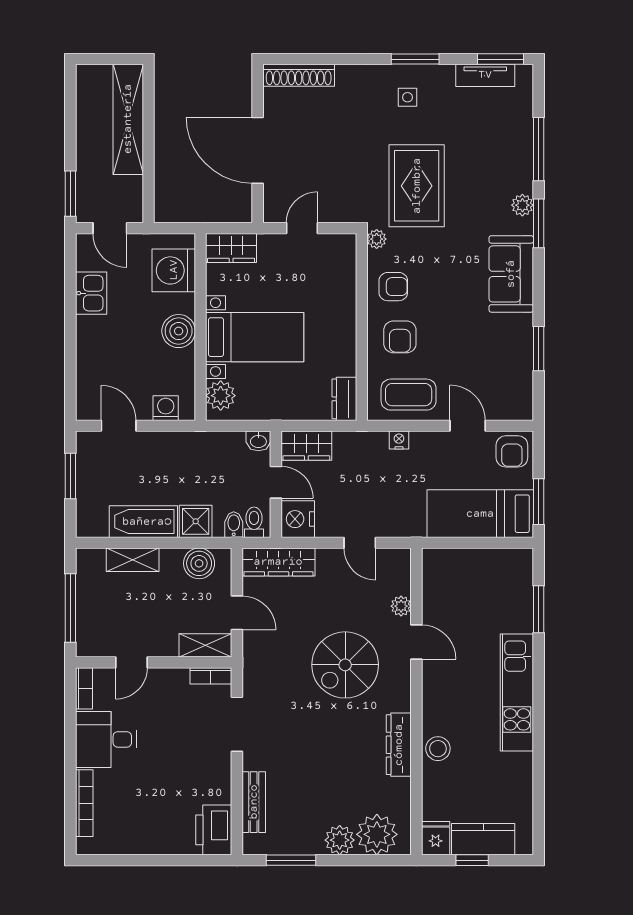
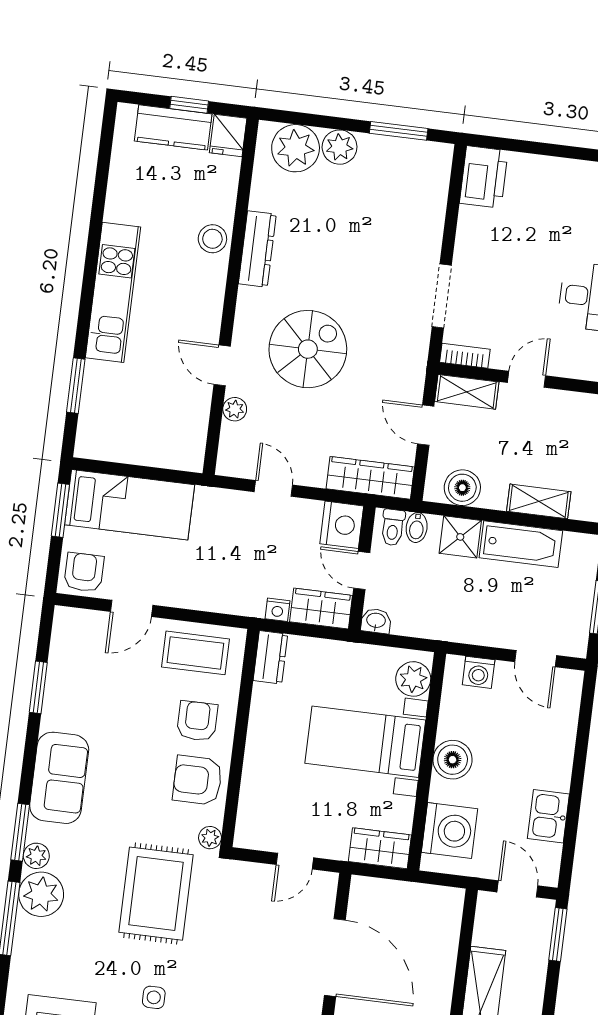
plant: (514, 173) -> (41, 894), added
armchair: (393, 287) -> (198, 780), width x1.38, depth x1.38
door: (468, 426) -> (132, 608), hinge flipped
nightstand: (399, 440) -> (277, 610), moved
door: (132, 662) -> (526, 379), moved
bench: (254, 802) -> (433, 203), removed

